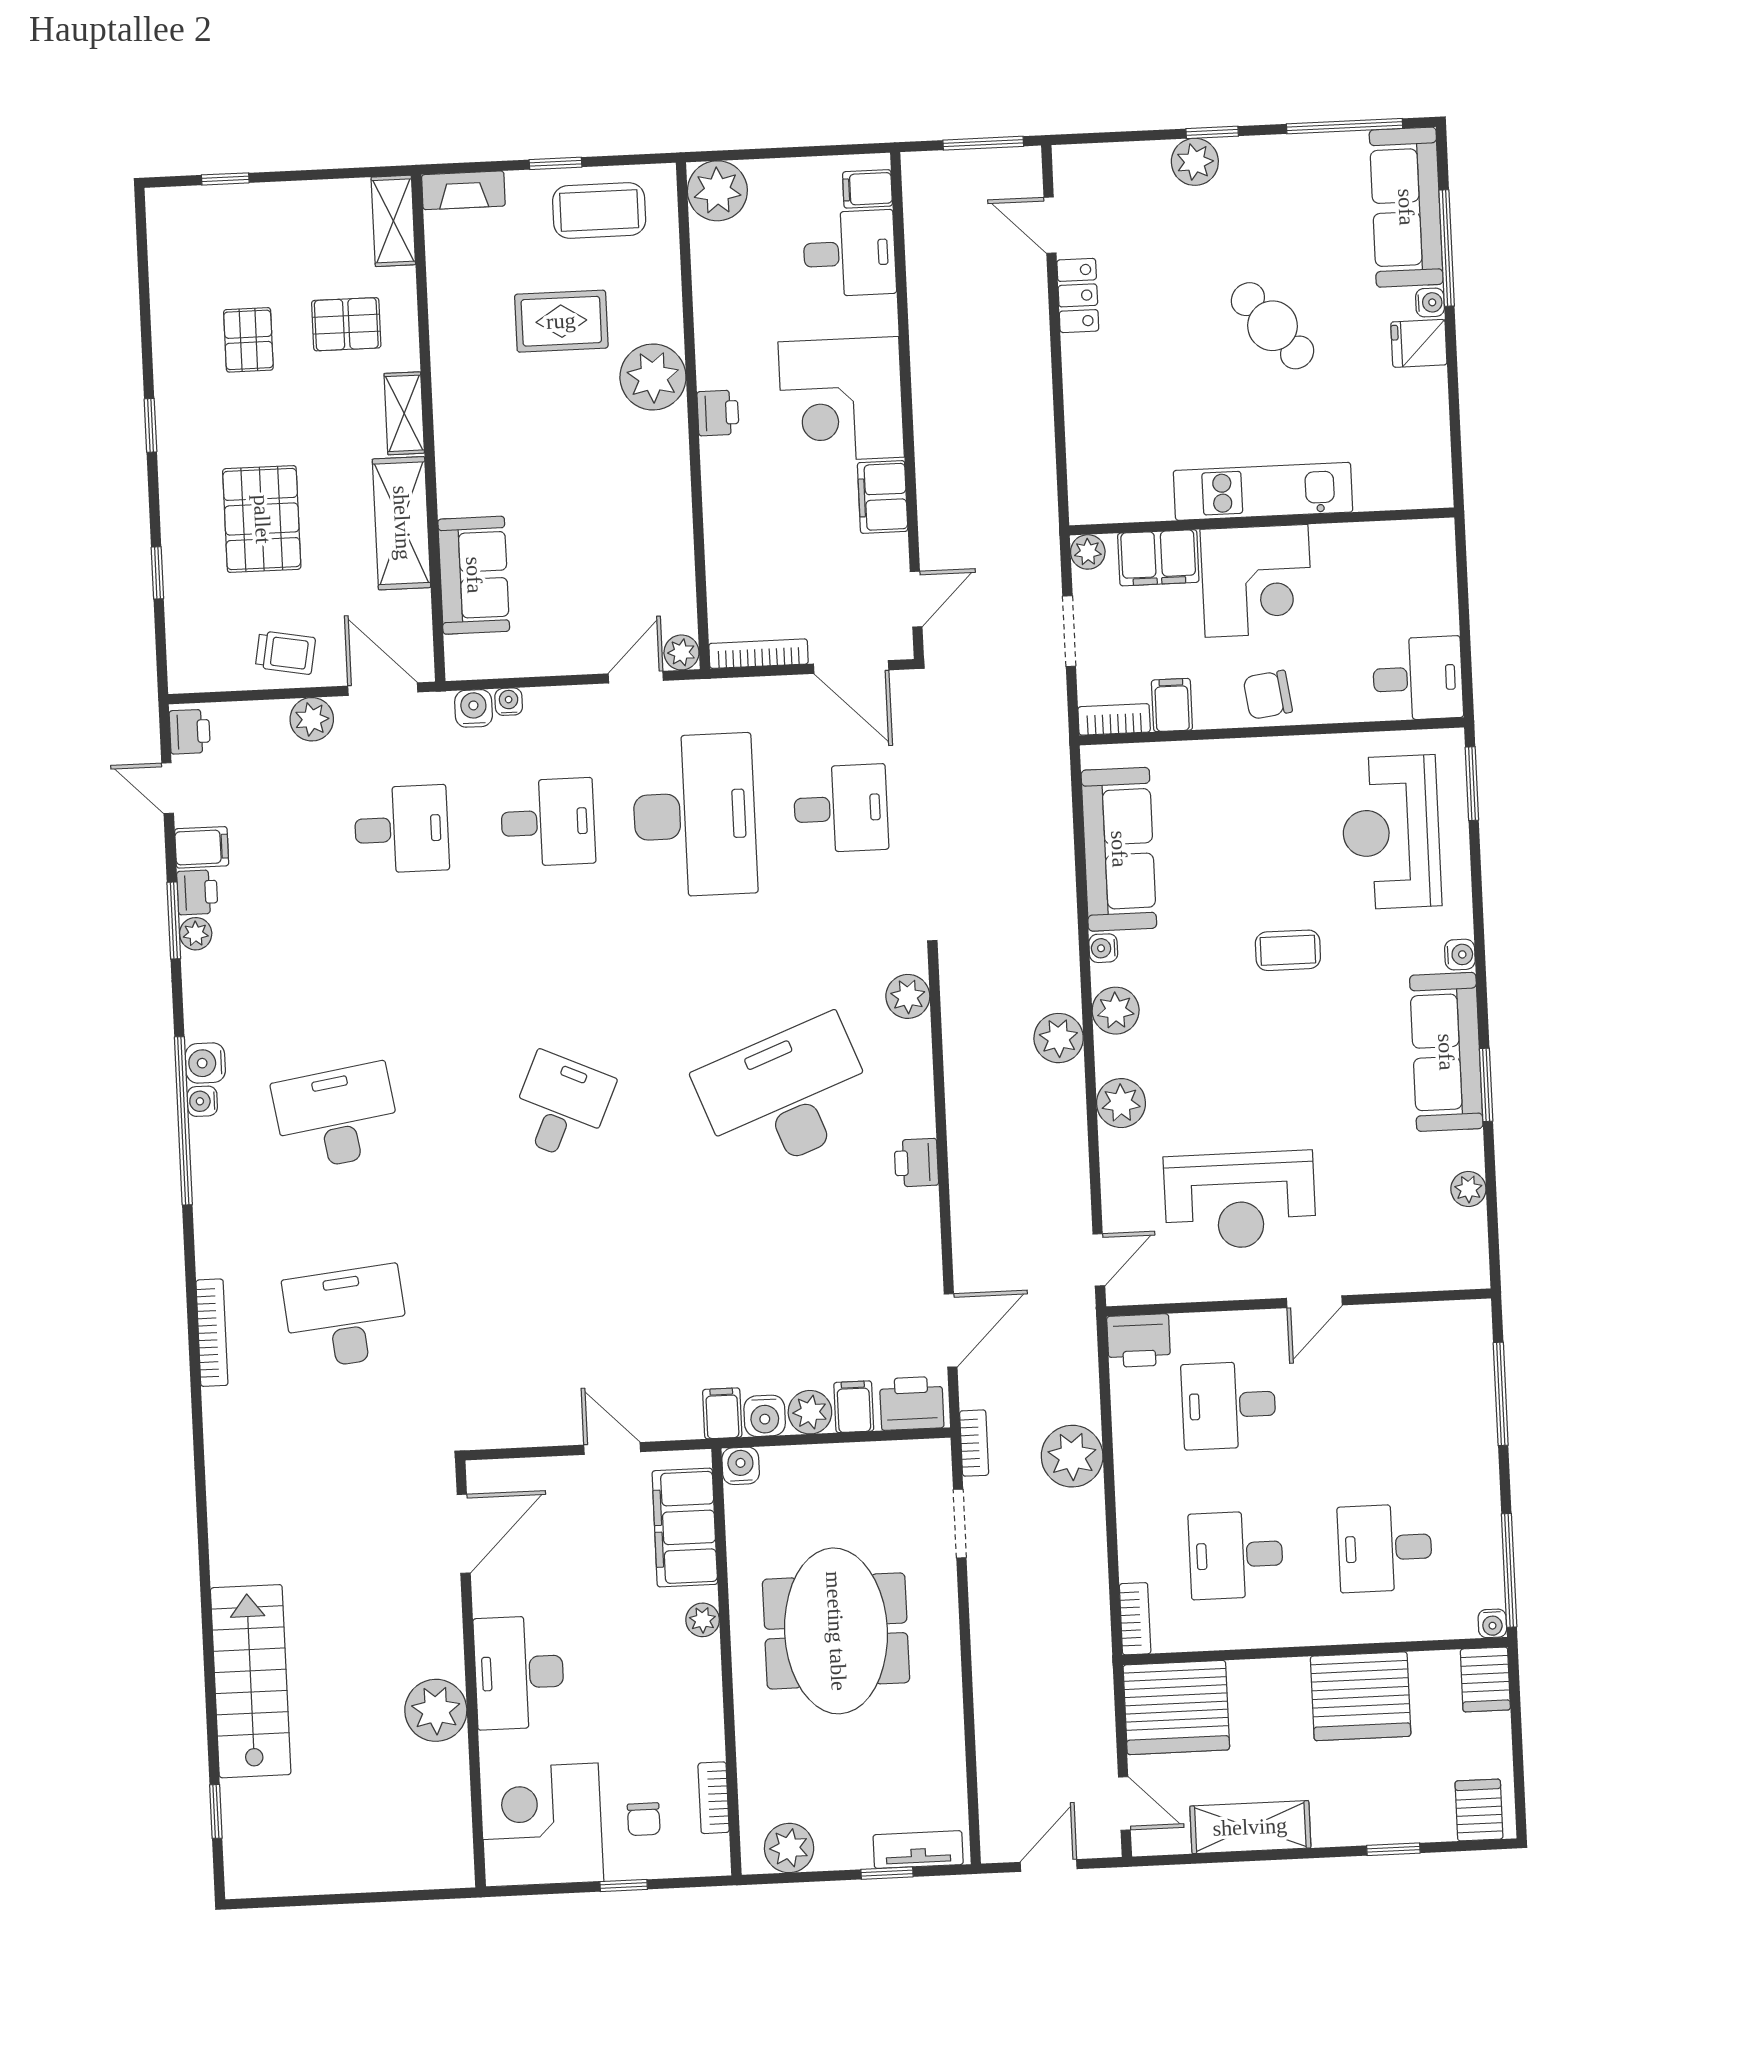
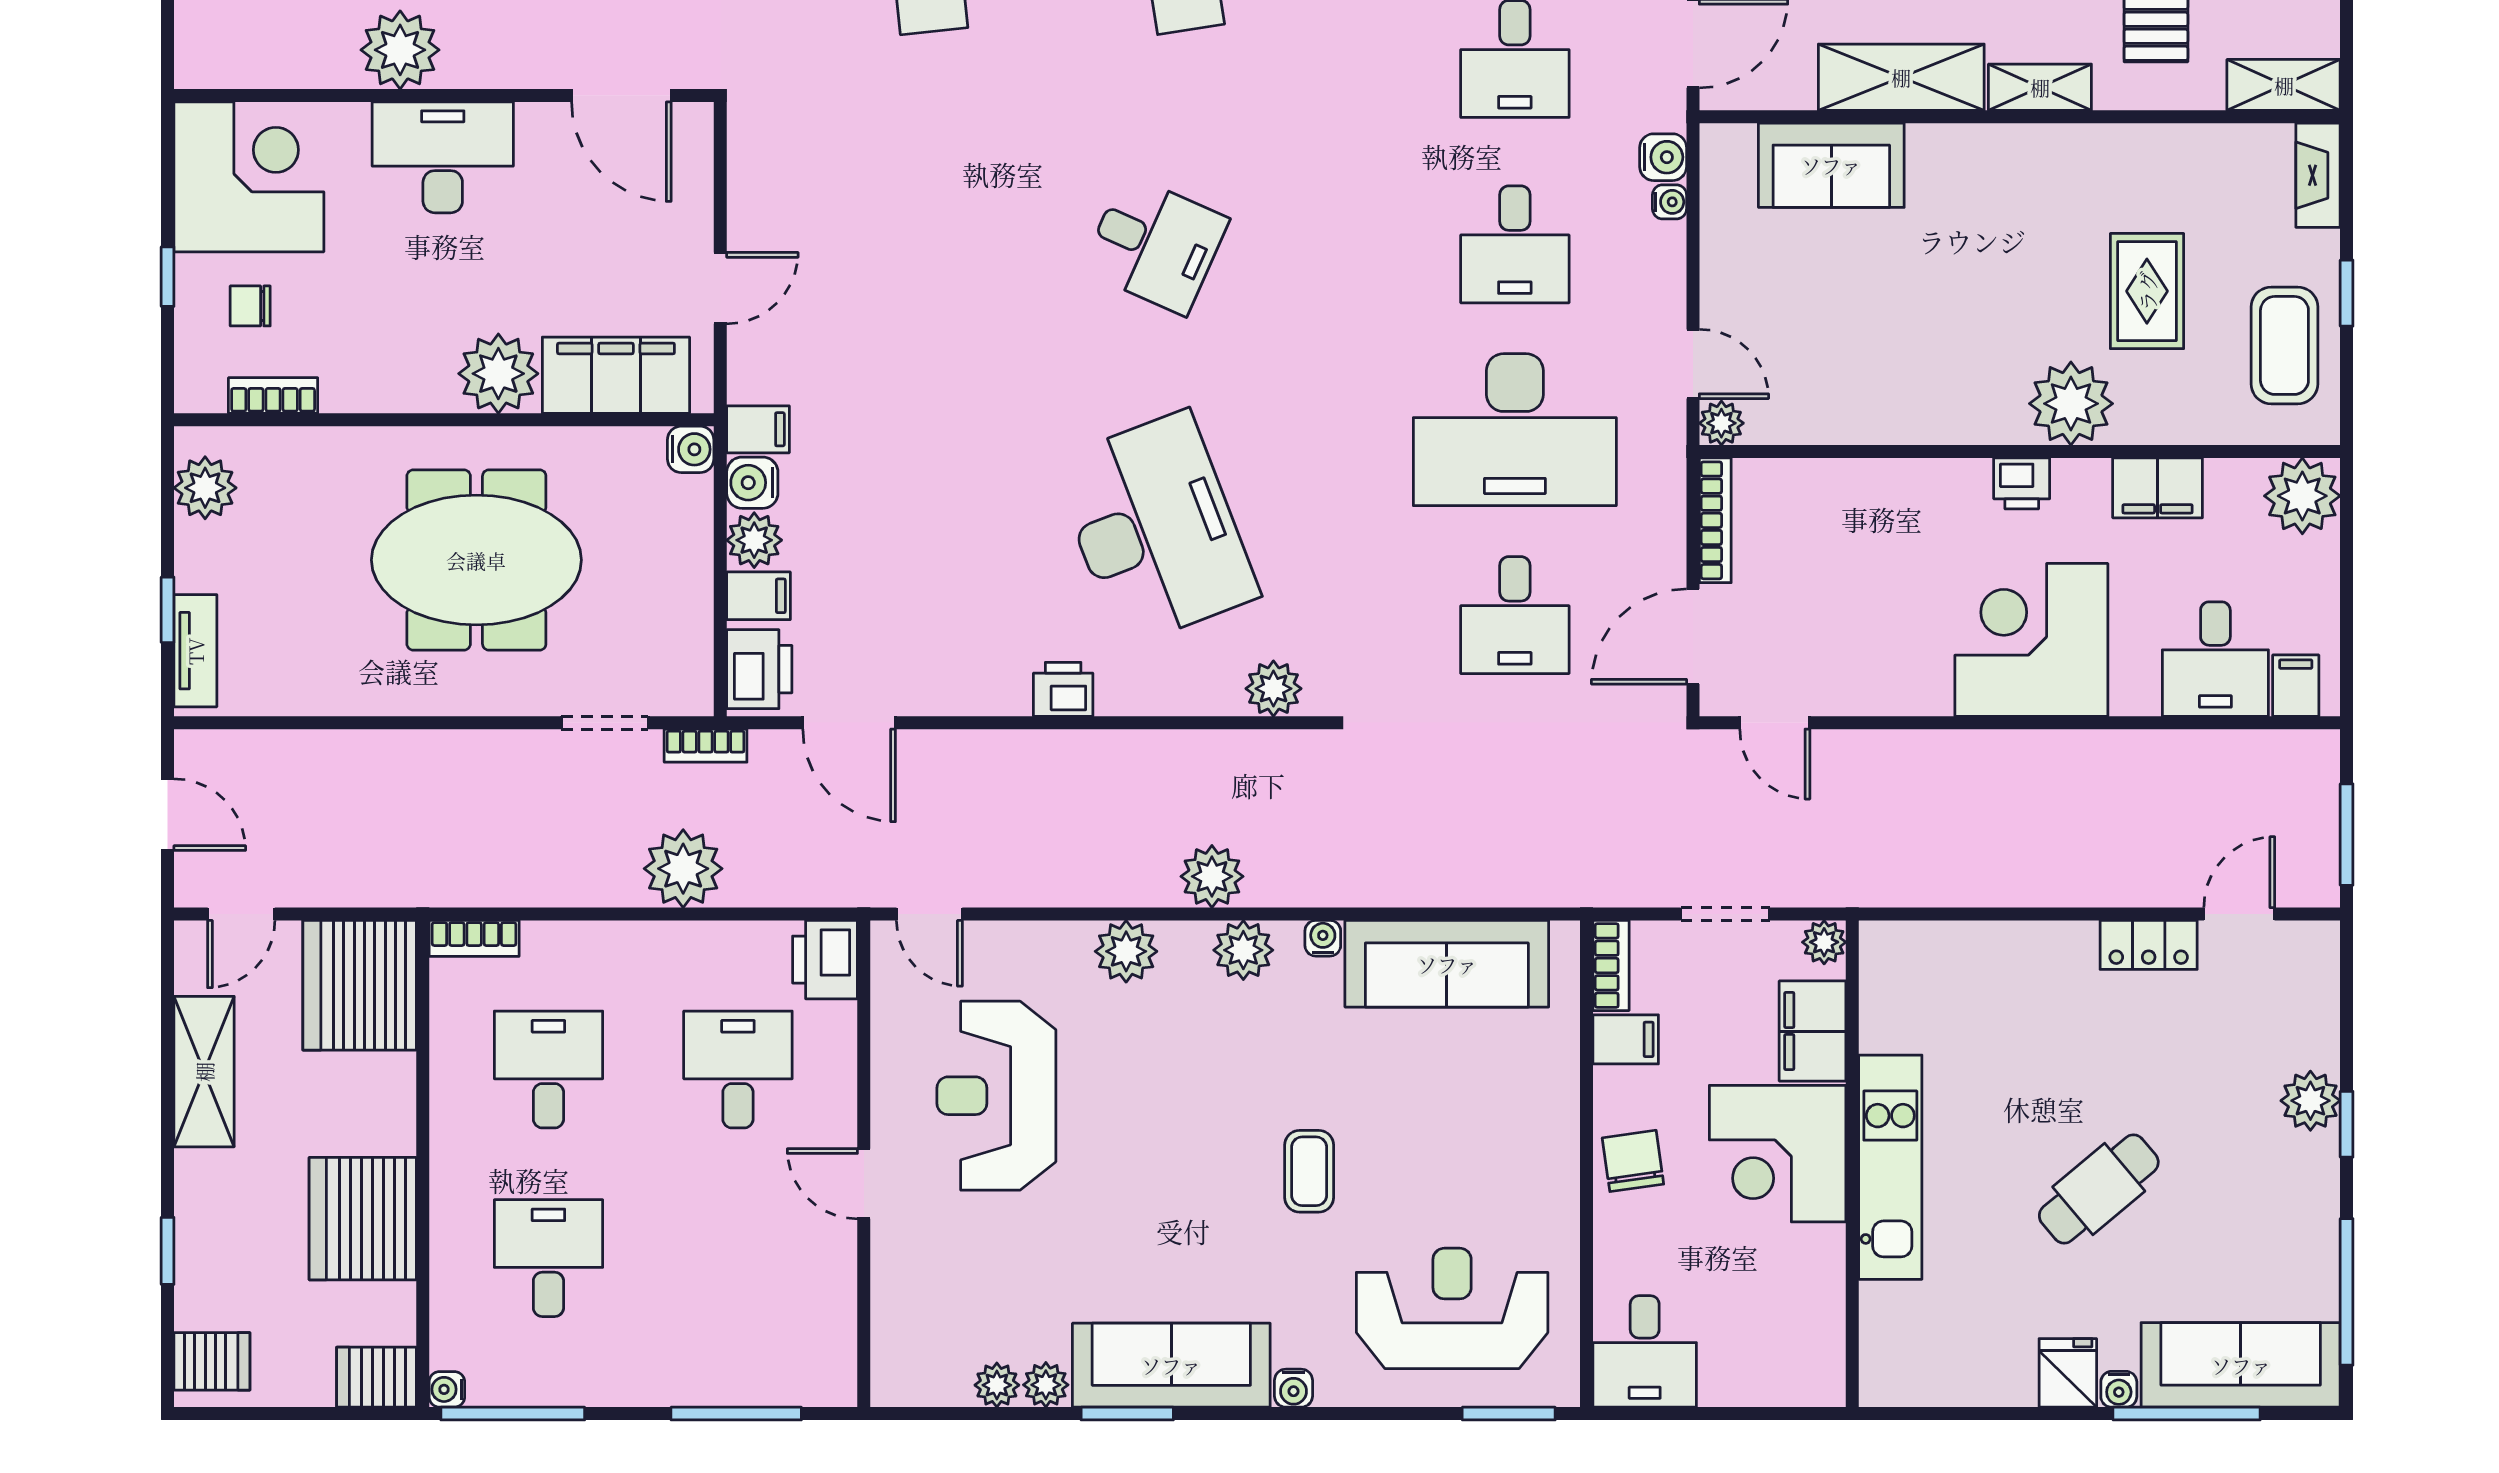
filing cabinet: (883, 497) -> (2158, 488), moved, turned 180
plant: (1466, 1150) -> (1046, 1385), added
plant: (703, 1620) -> (498, 374), width x1.87, depth x1.87

